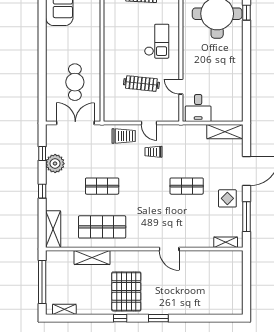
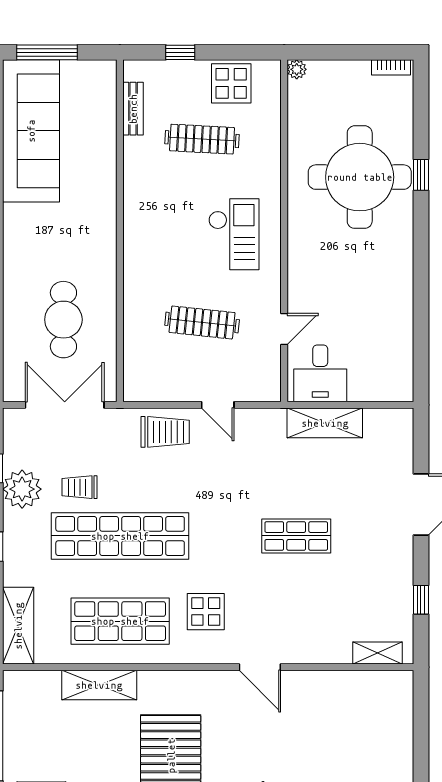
door: (181, 87) -> (284, 329), swing flipped
shelving: (225, 132) -> (325, 423), moved
trolley: (154, 152) -> (79, 487), moved
shop shelf: (102, 186) -> (120, 536), width x2.00, depth x1.36
display table: (227, 198) -> (206, 612), moved
window: (247, 217) -> (421, 600), width x0.46

